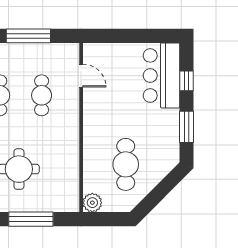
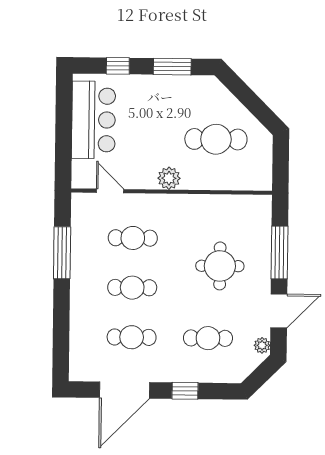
bar counter: (161, 75) -> (93, 120), moved, turned -90
door: (81, 76) -> (110, 191), hinge flipped
plant: (92, 203) -> (169, 178), moved

